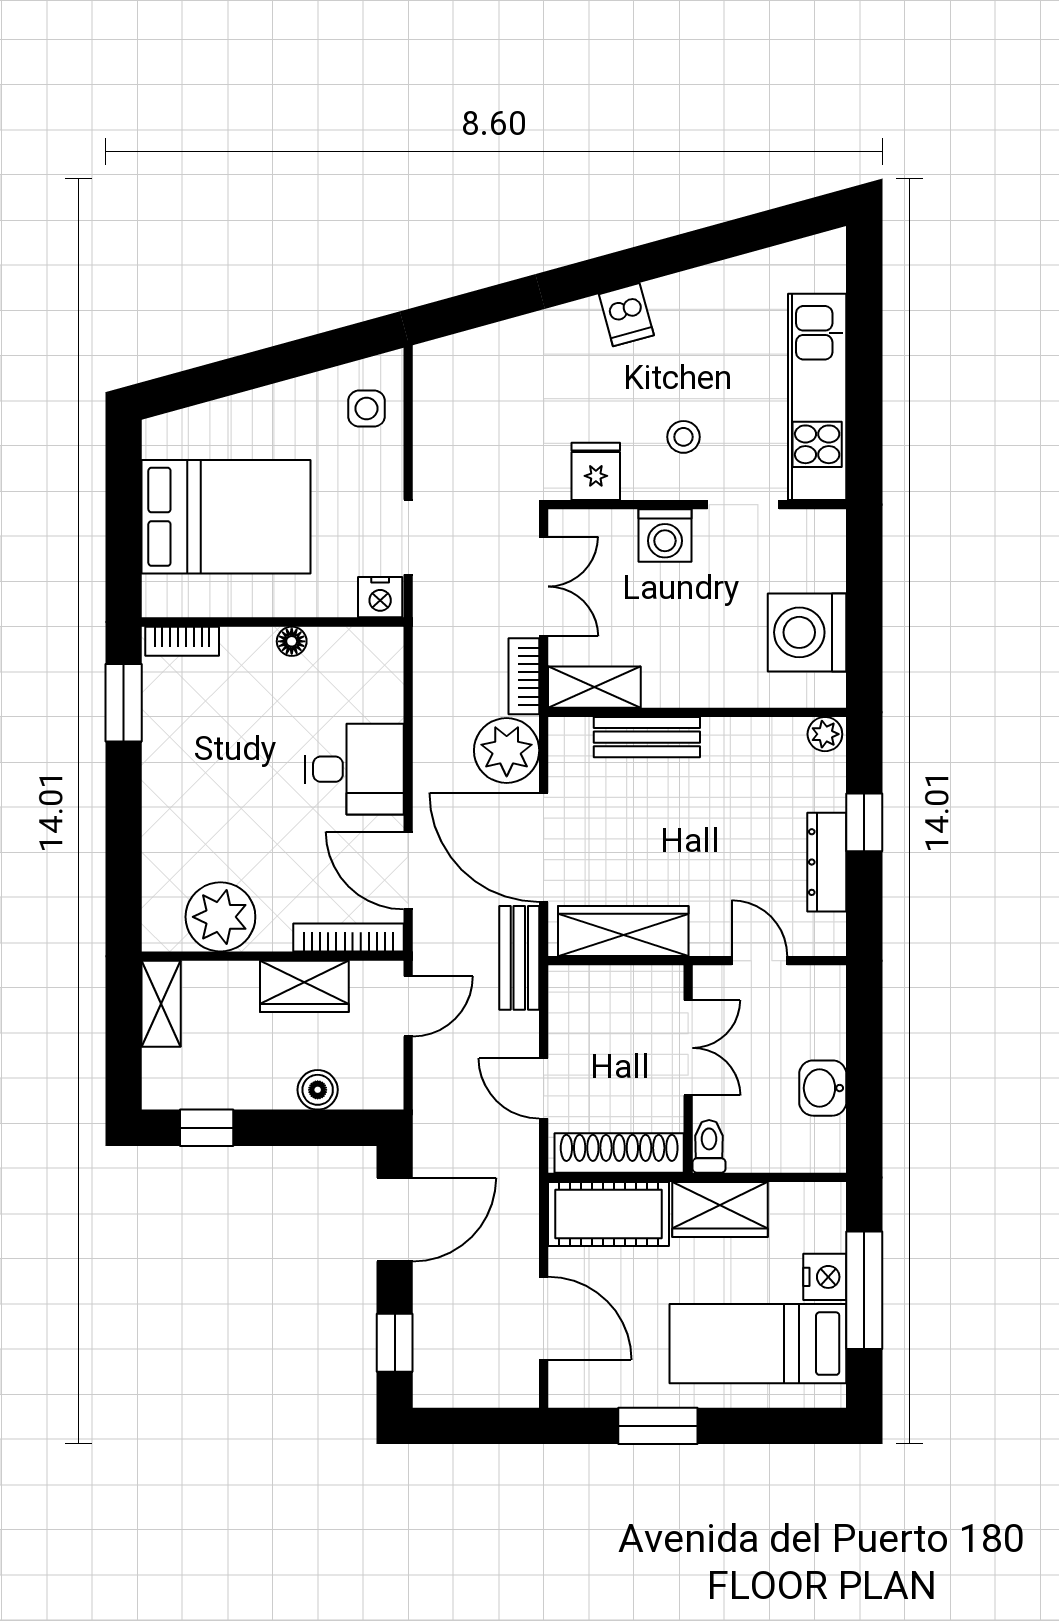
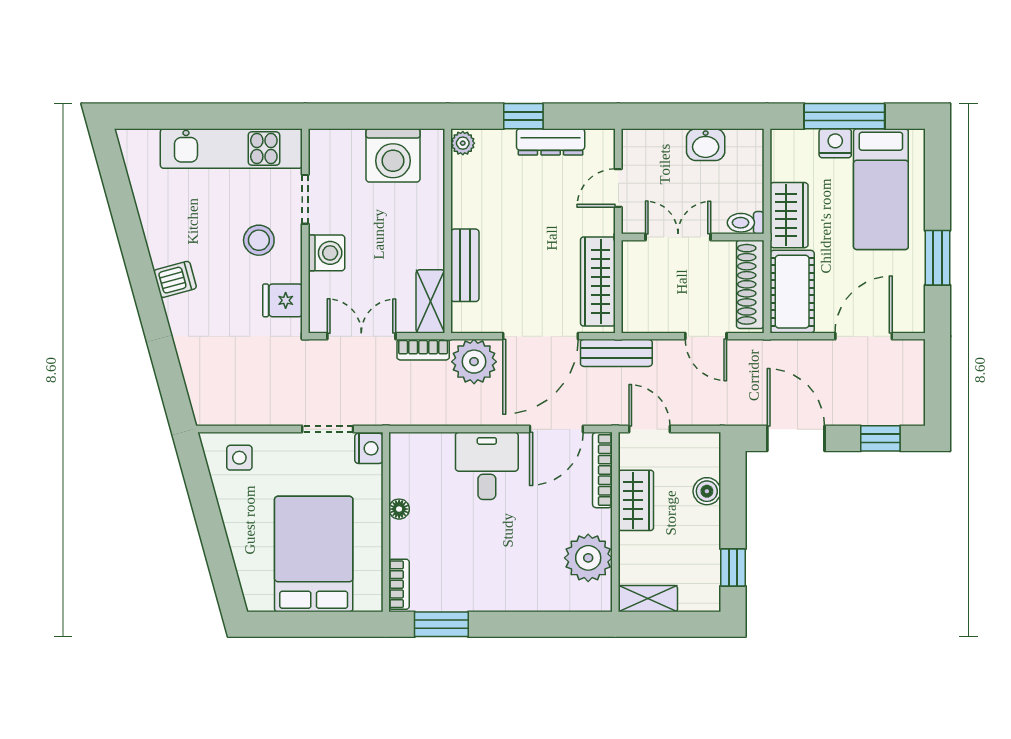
stool: (683, 437) -> (259, 240), width x1.37, depth x1.37
door: (544, 1088) -> (706, 336), hinge flipped

